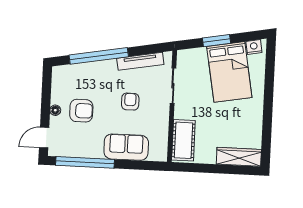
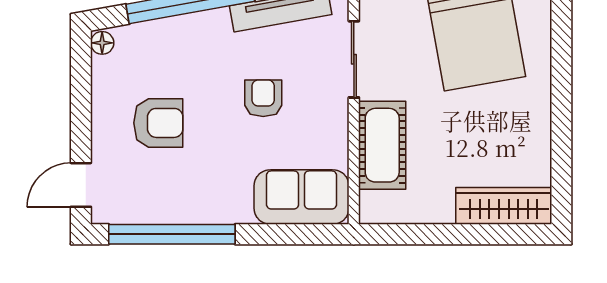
floor lamp: (55, 110) -> (102, 43), moved
cot: (183, 140) -> (382, 145), moved
sofa: (126, 147) -> (302, 197), moved

